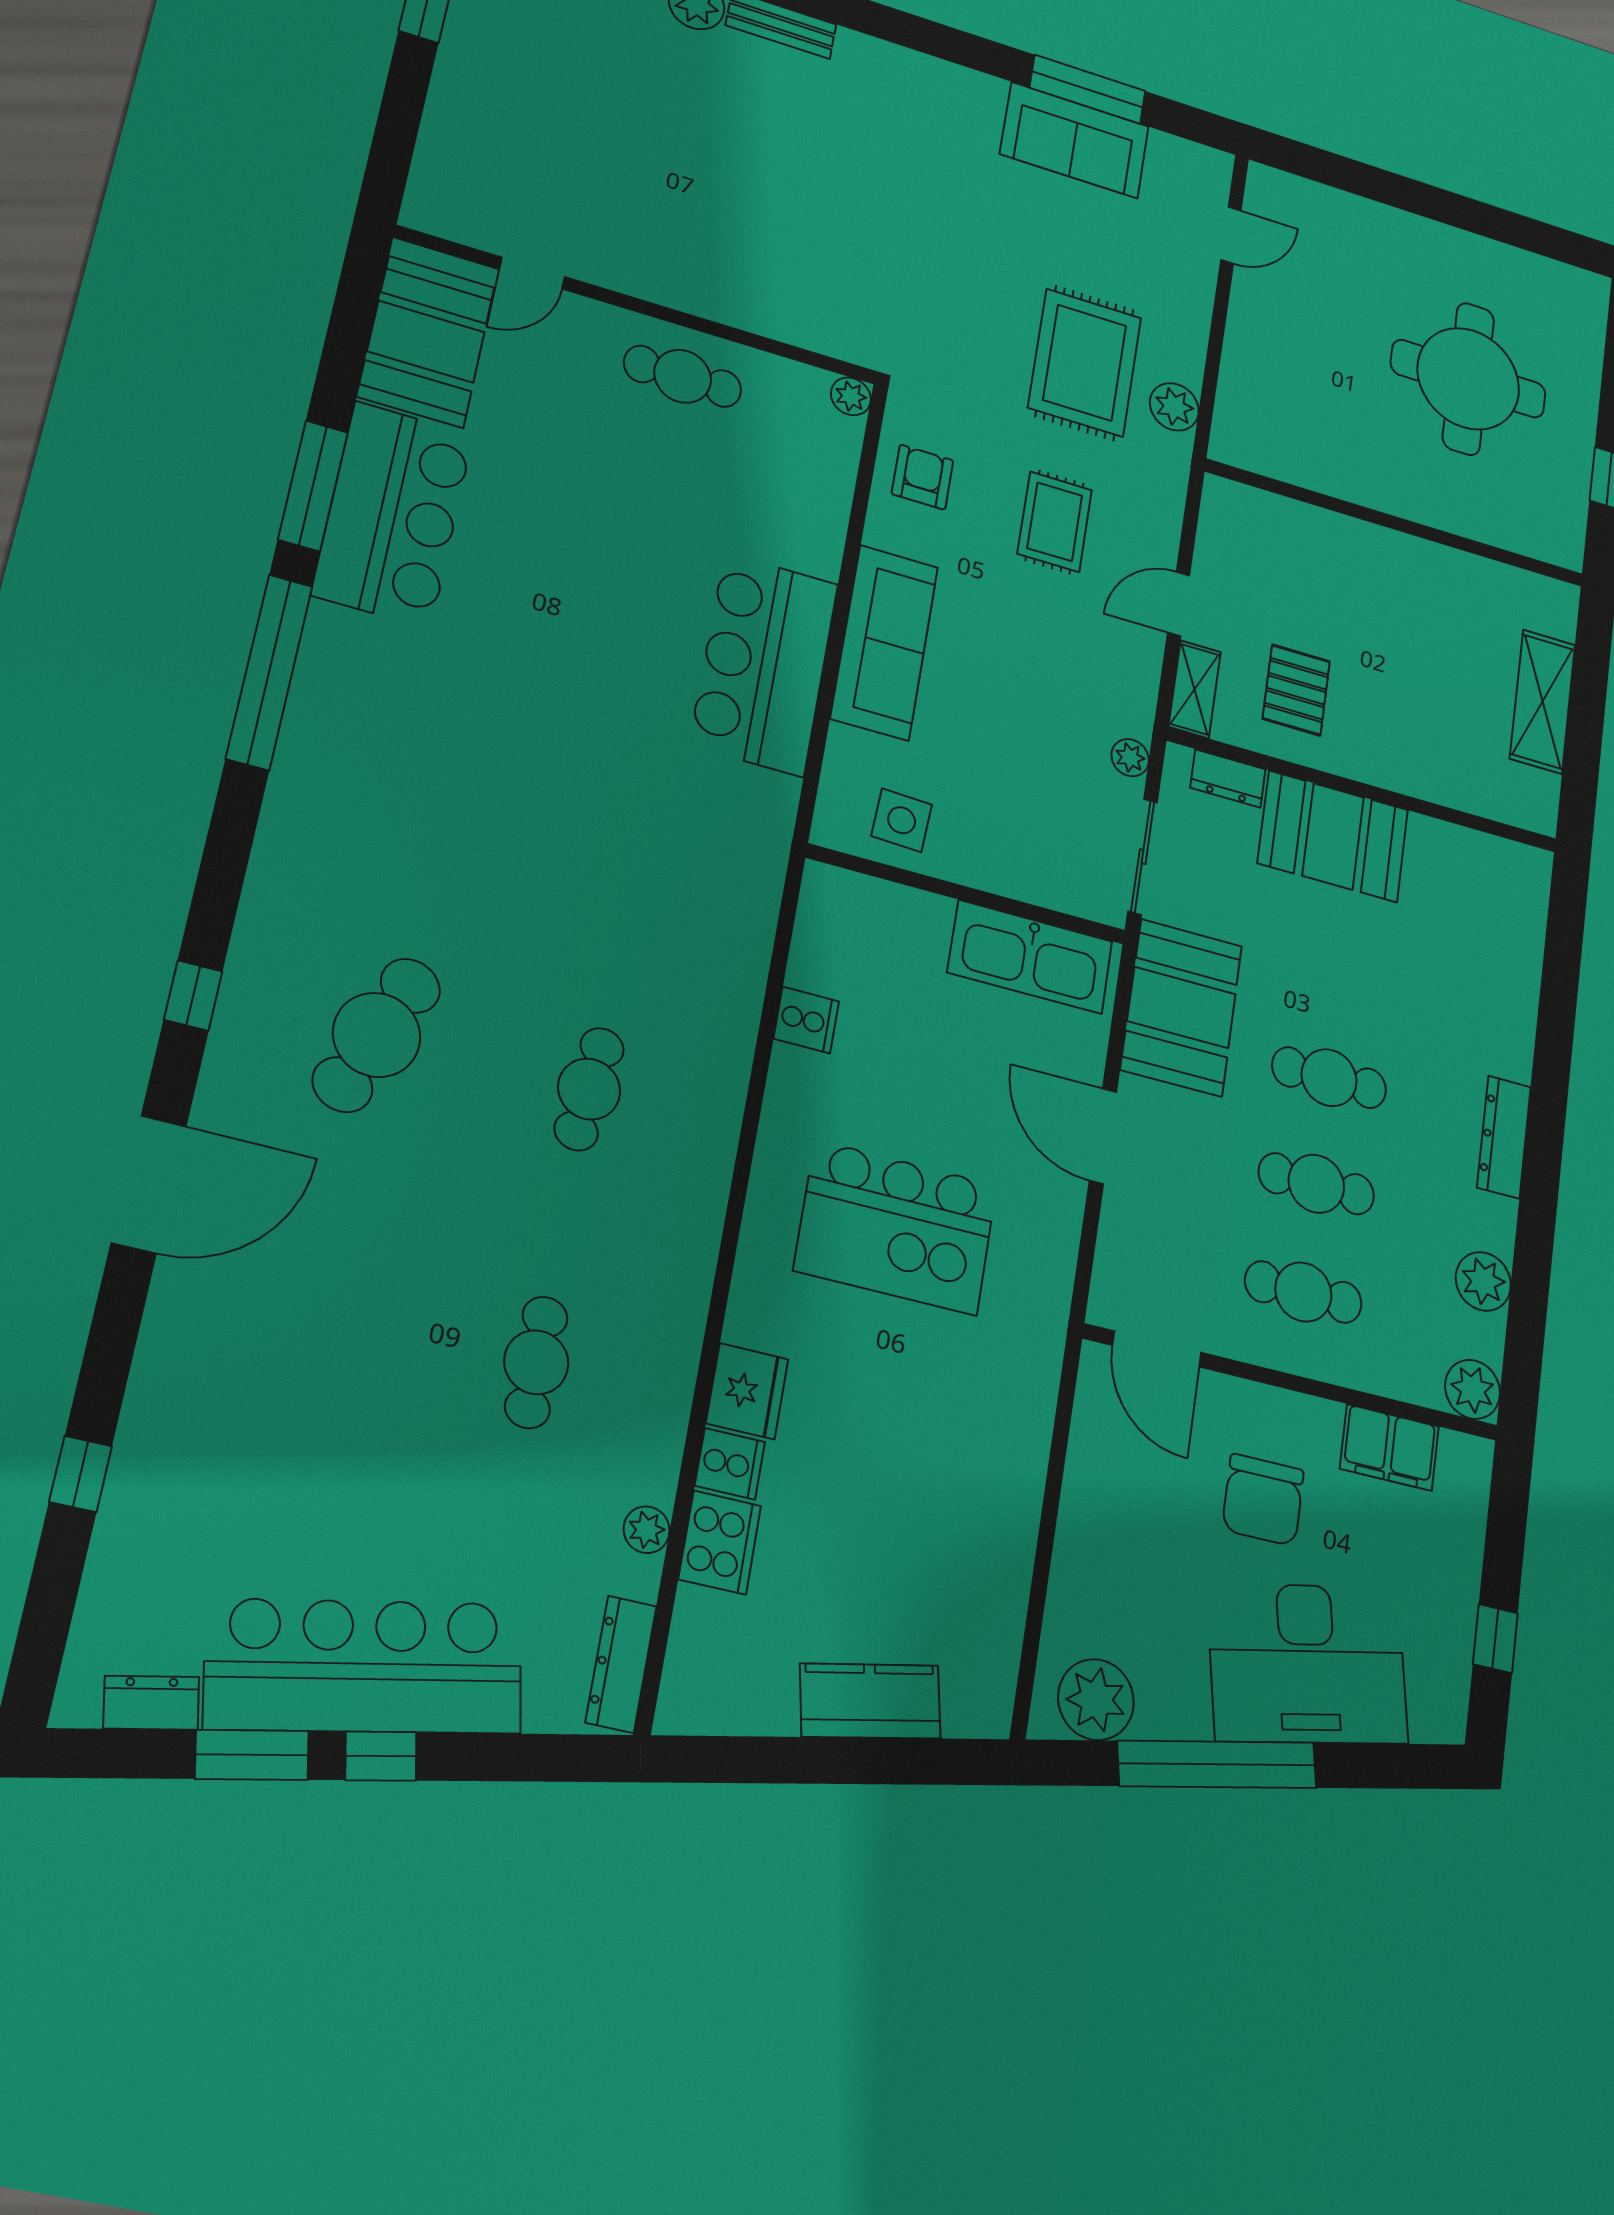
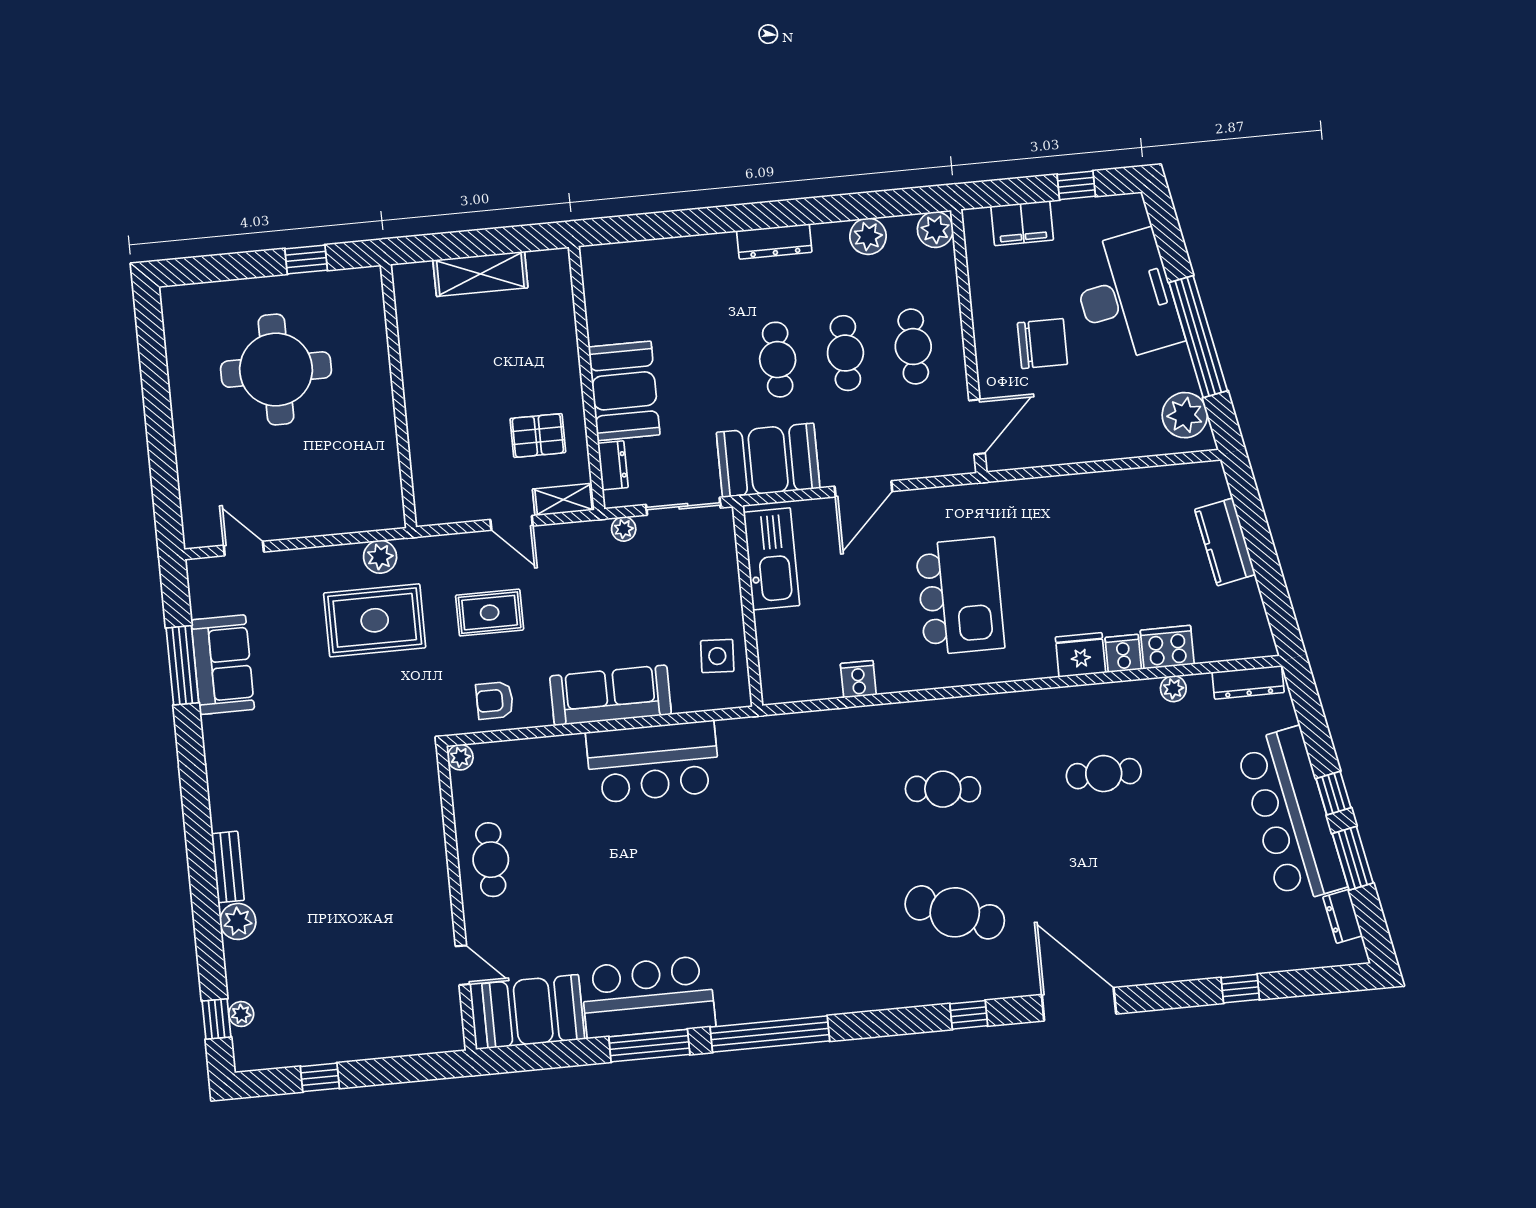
filing cabinet: (1389, 1448) -> (1022, 223), moved, turned 90

